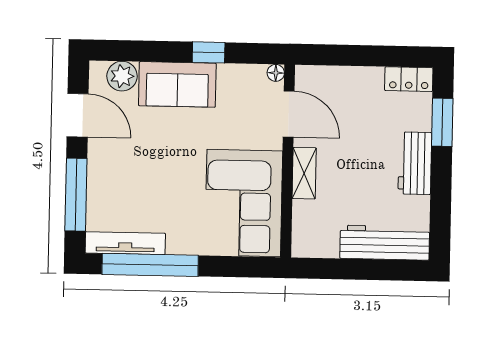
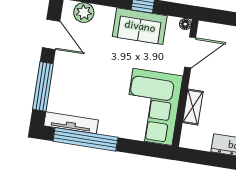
sofa: (177, 84) -> (140, 26), moved
door: (289, 114) -> (190, 52), hinge flipped
shelving: (304, 173) -> (193, 107), moved

